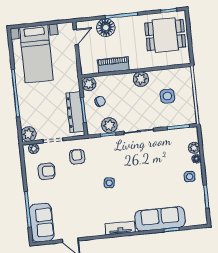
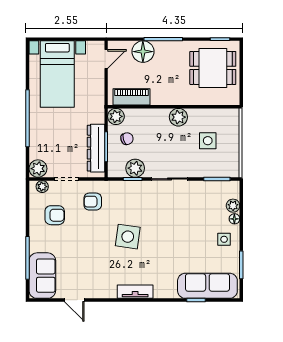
piano: (113, 65) -> (132, 97), moved
armchair: (77, 157) -> (93, 202), turned -90
side table: (109, 183) -> (128, 237), width x1.87, depth x1.87
sofa: (160, 219) -> (207, 286), moved

